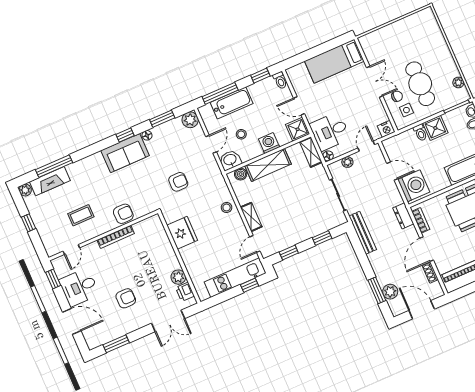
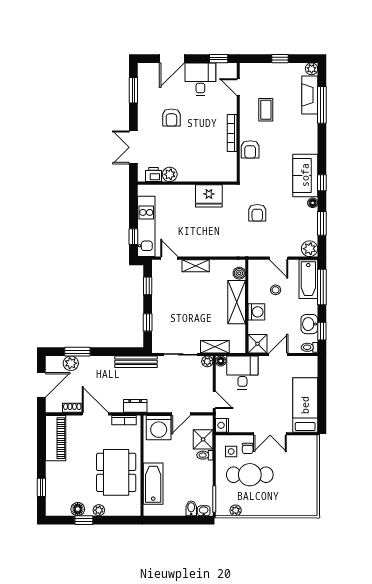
bathtub: (232, 103) -> (308, 279), moved
shower: (435, 128) -> (203, 439), moved
shelving: (311, 152) -> (215, 347), moved
washbasin: (230, 160) -> (309, 324), moved, turned 180
plant: (347, 162) -> (207, 361), moved
stool: (227, 207) -> (214, 247), removed

